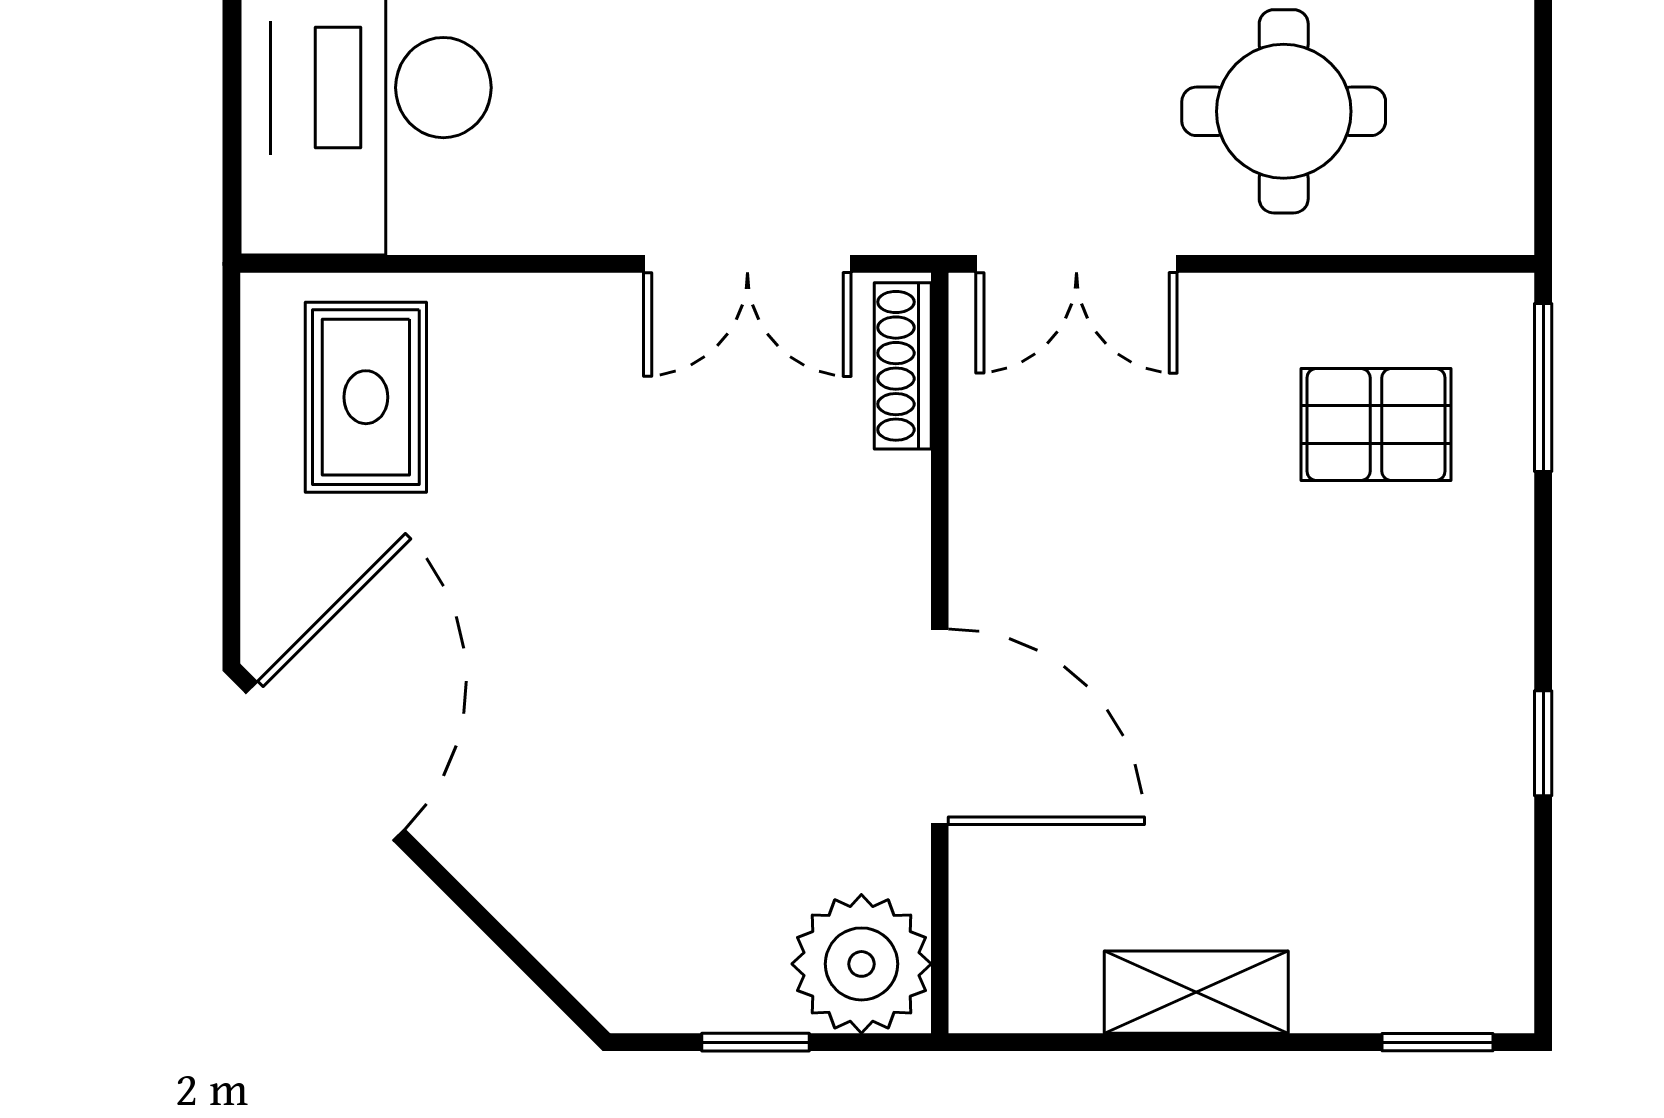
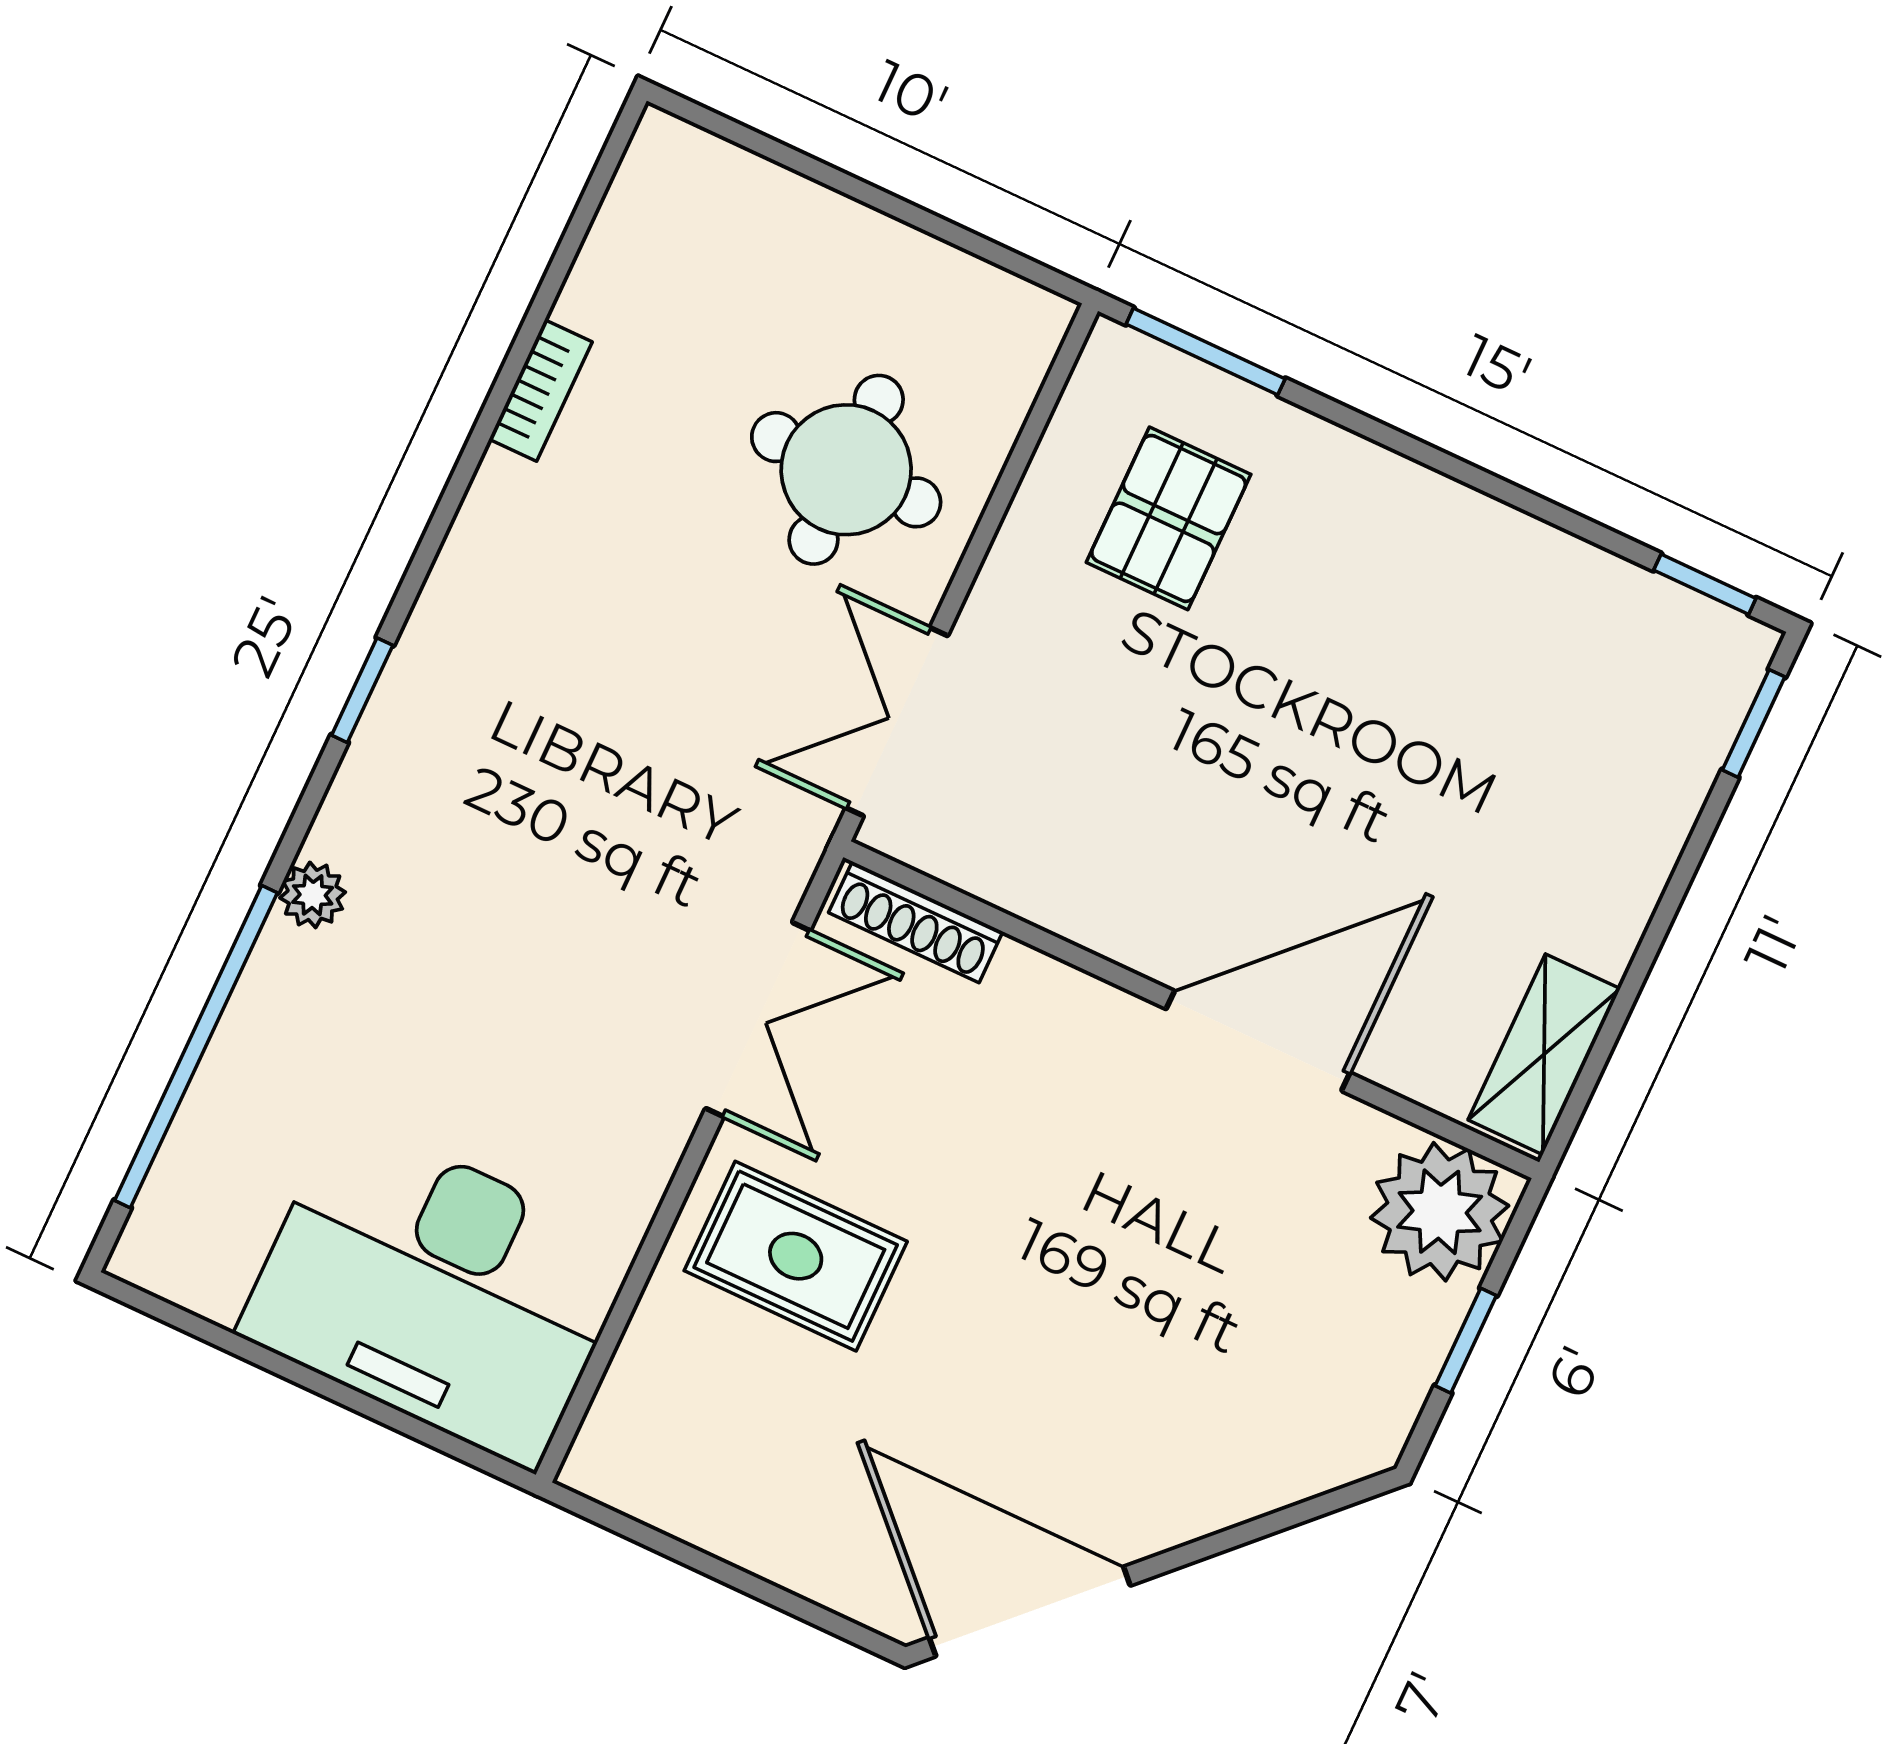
double door: (1076, 264) -> (897, 722), swing flipped
rug: (366, 397) -> (796, 1256), moved
window: (1543, 743) -> (1705, 584), moved
shelving: (1196, 992) -> (1544, 1054), moved

